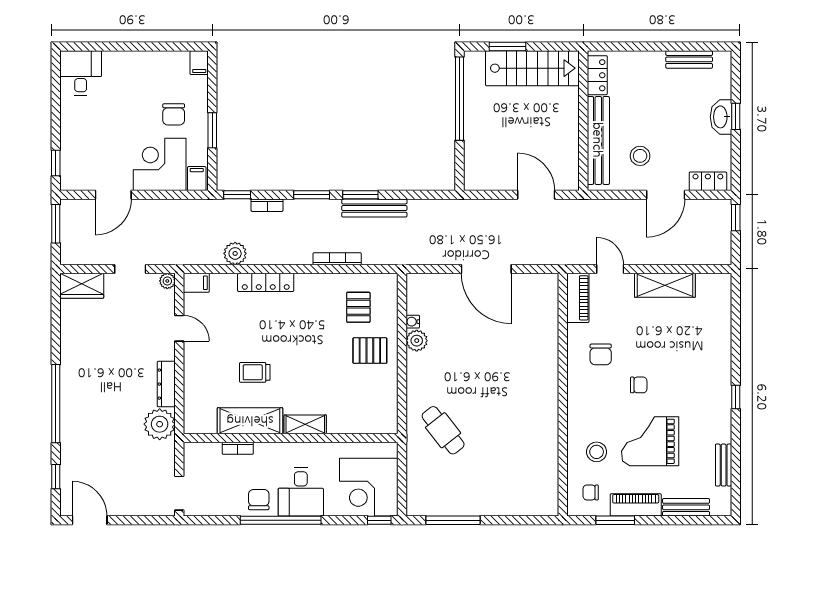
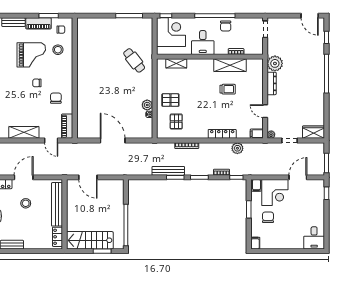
stool: (640, 156) -> (26, 203), moved
shelving: (305, 424) -> (176, 63), moved
desk: (301, 492) -> (203, 43), moved, turned 180

